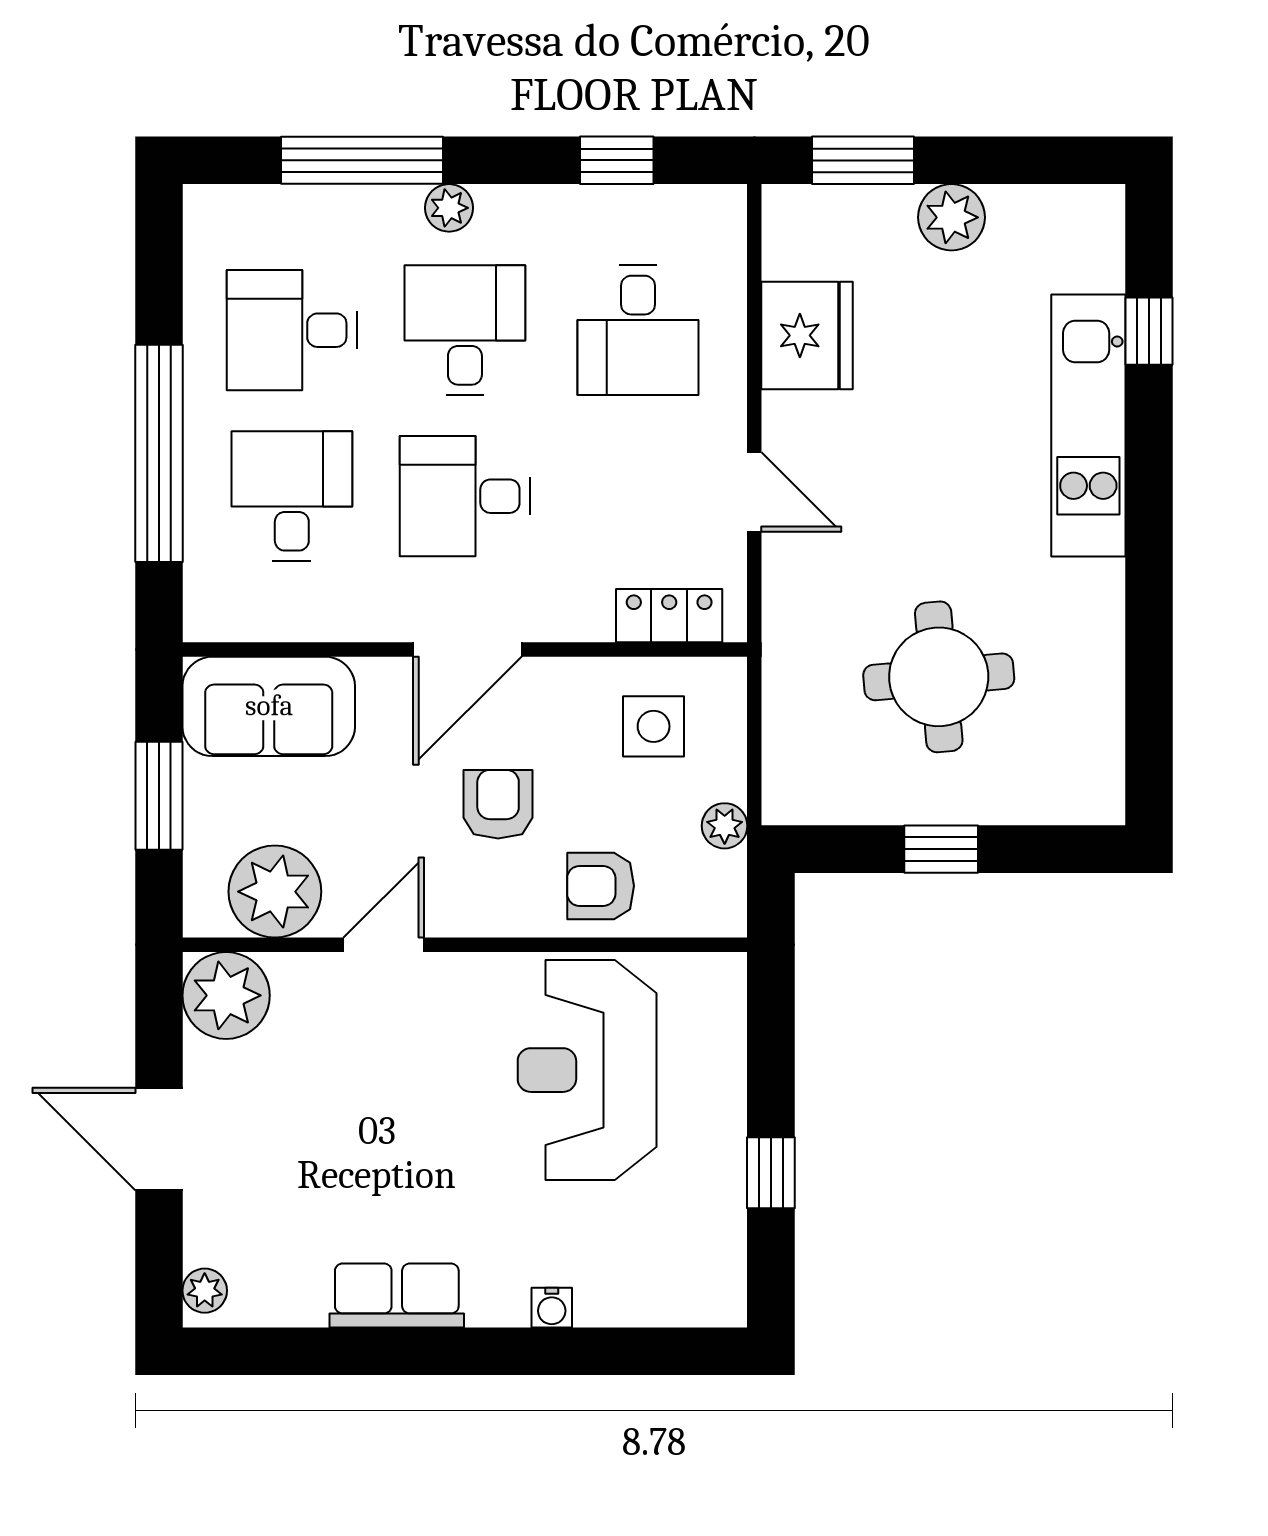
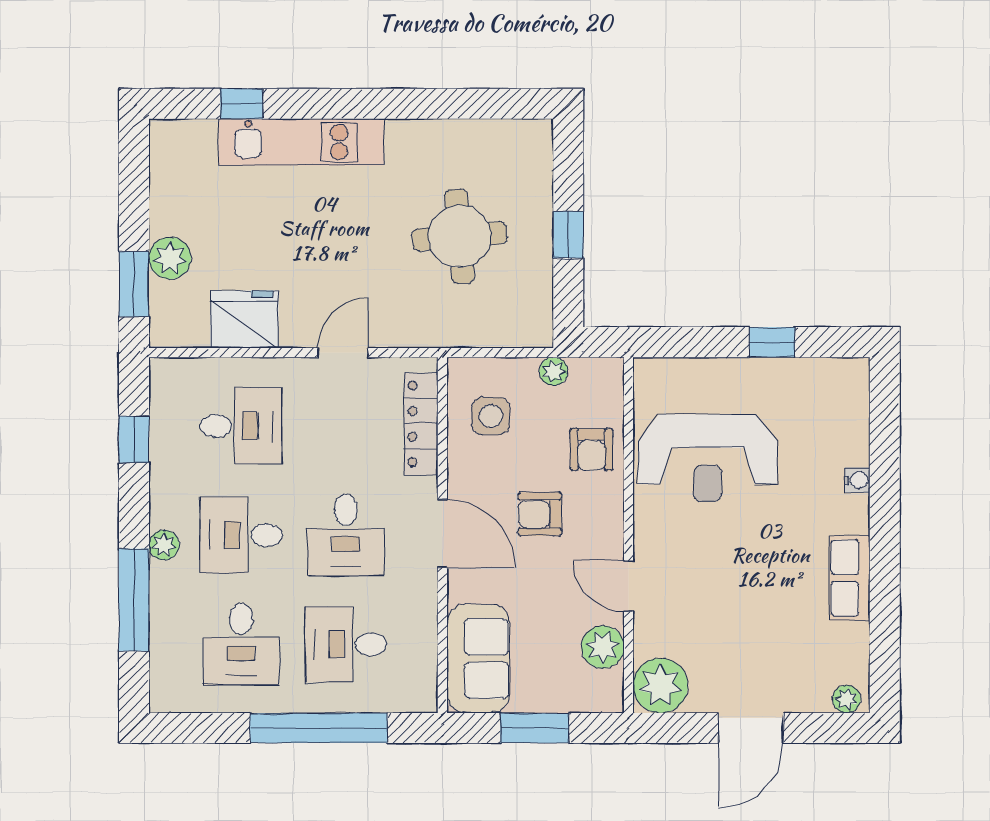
plant: (951, 217) -> (170, 258), moved
locker: (669, 616) -> (421, 424), width x1.53
plant: (275, 892) -> (603, 647), width x0.73, depth x0.73

